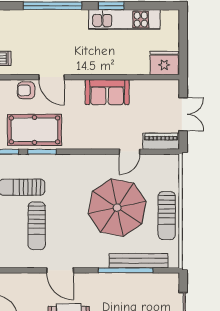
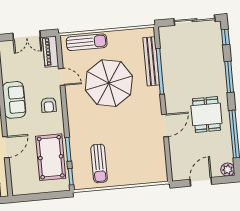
armchair: (26, 90) -> (49, 105), moved
double door: (183, 114) -> (27, 35), swing flipped
sun lounger: (167, 216) -> (87, 42), moved
sun lounger: (37, 226) -> (130, 148), removed

